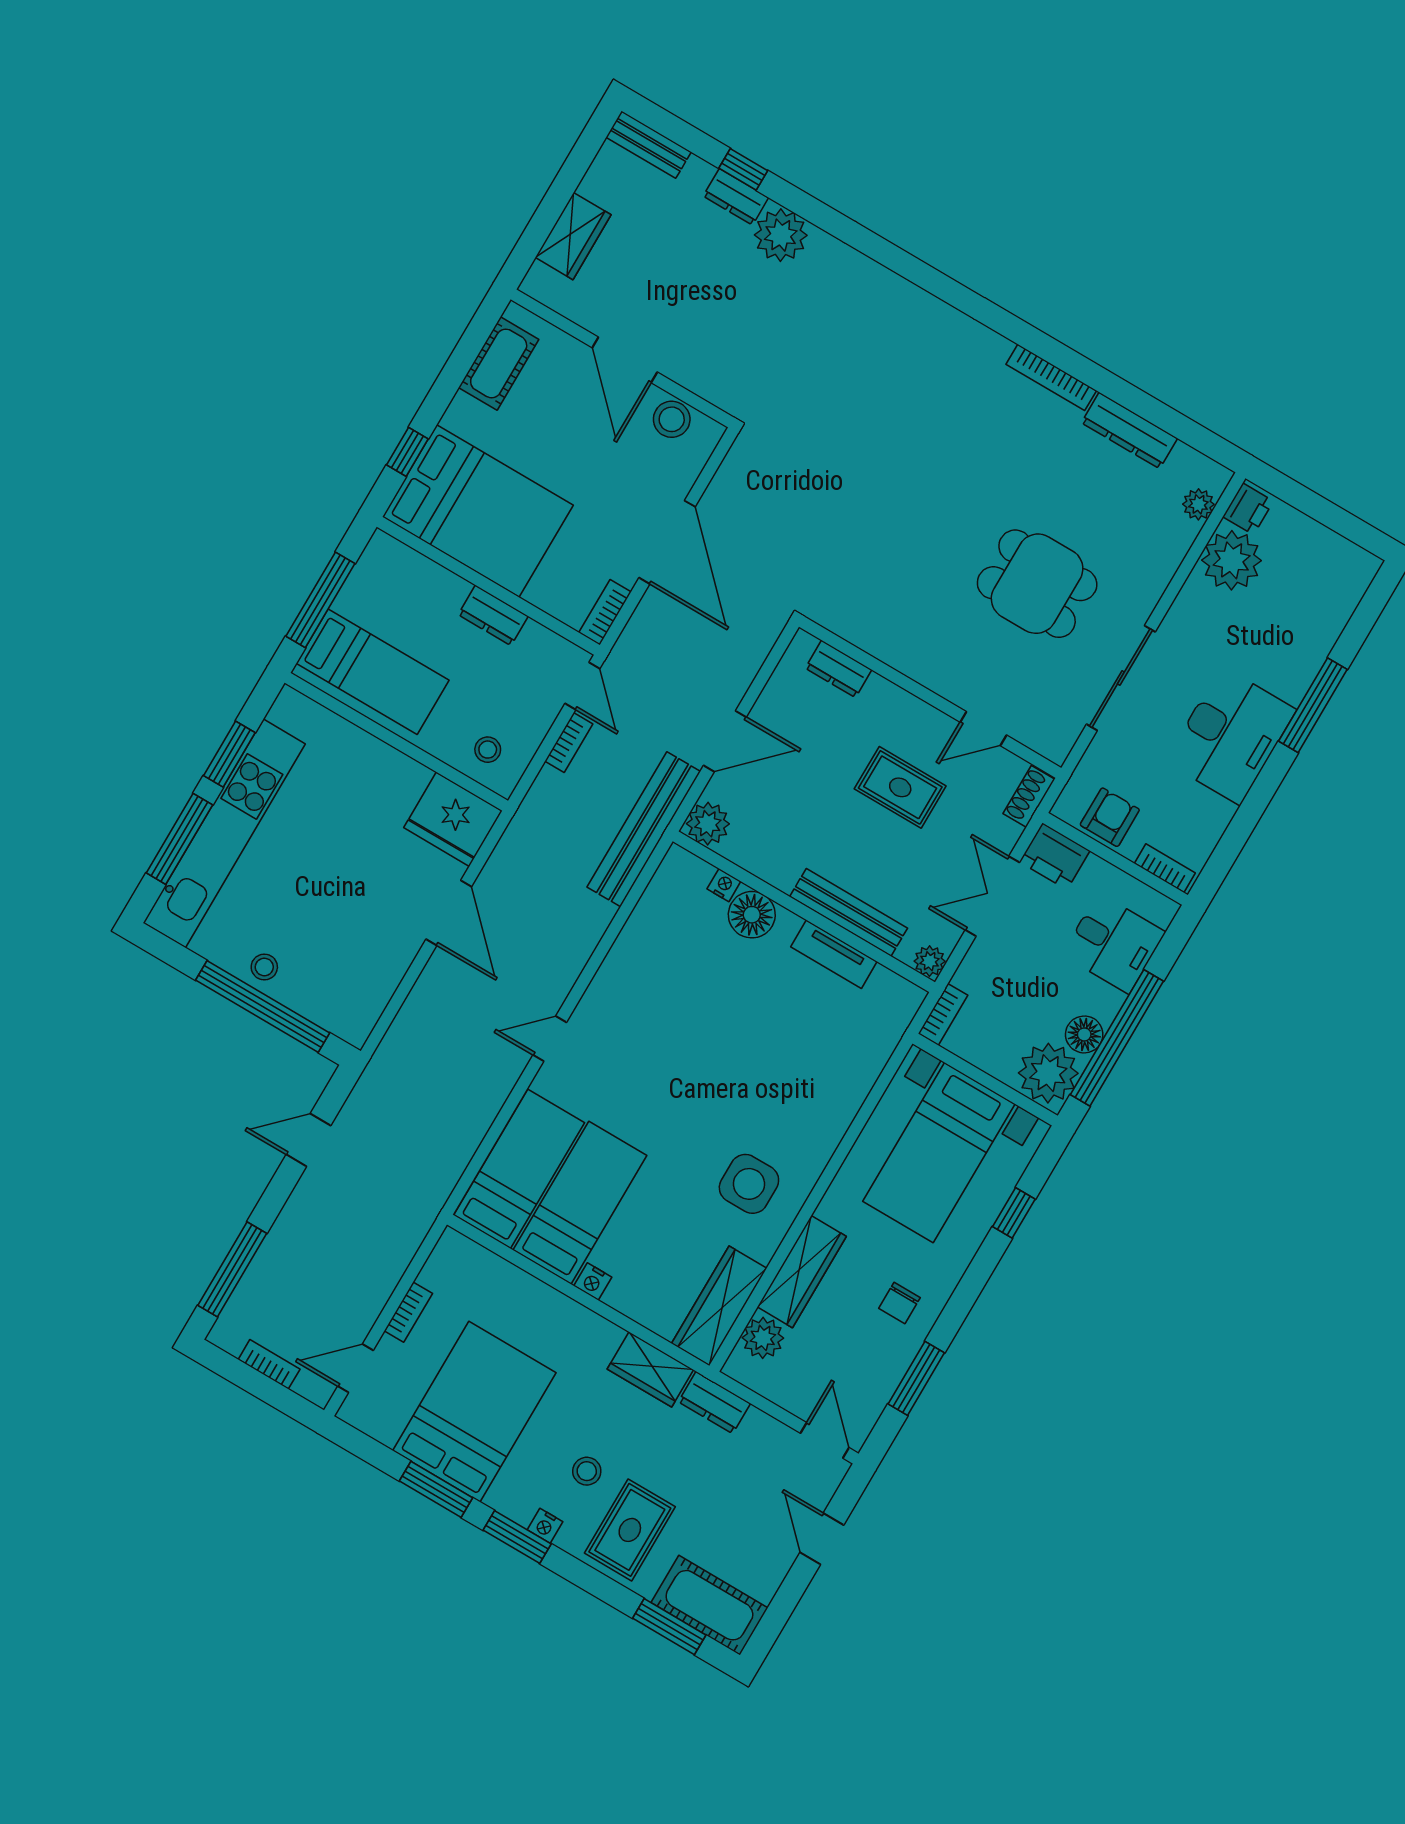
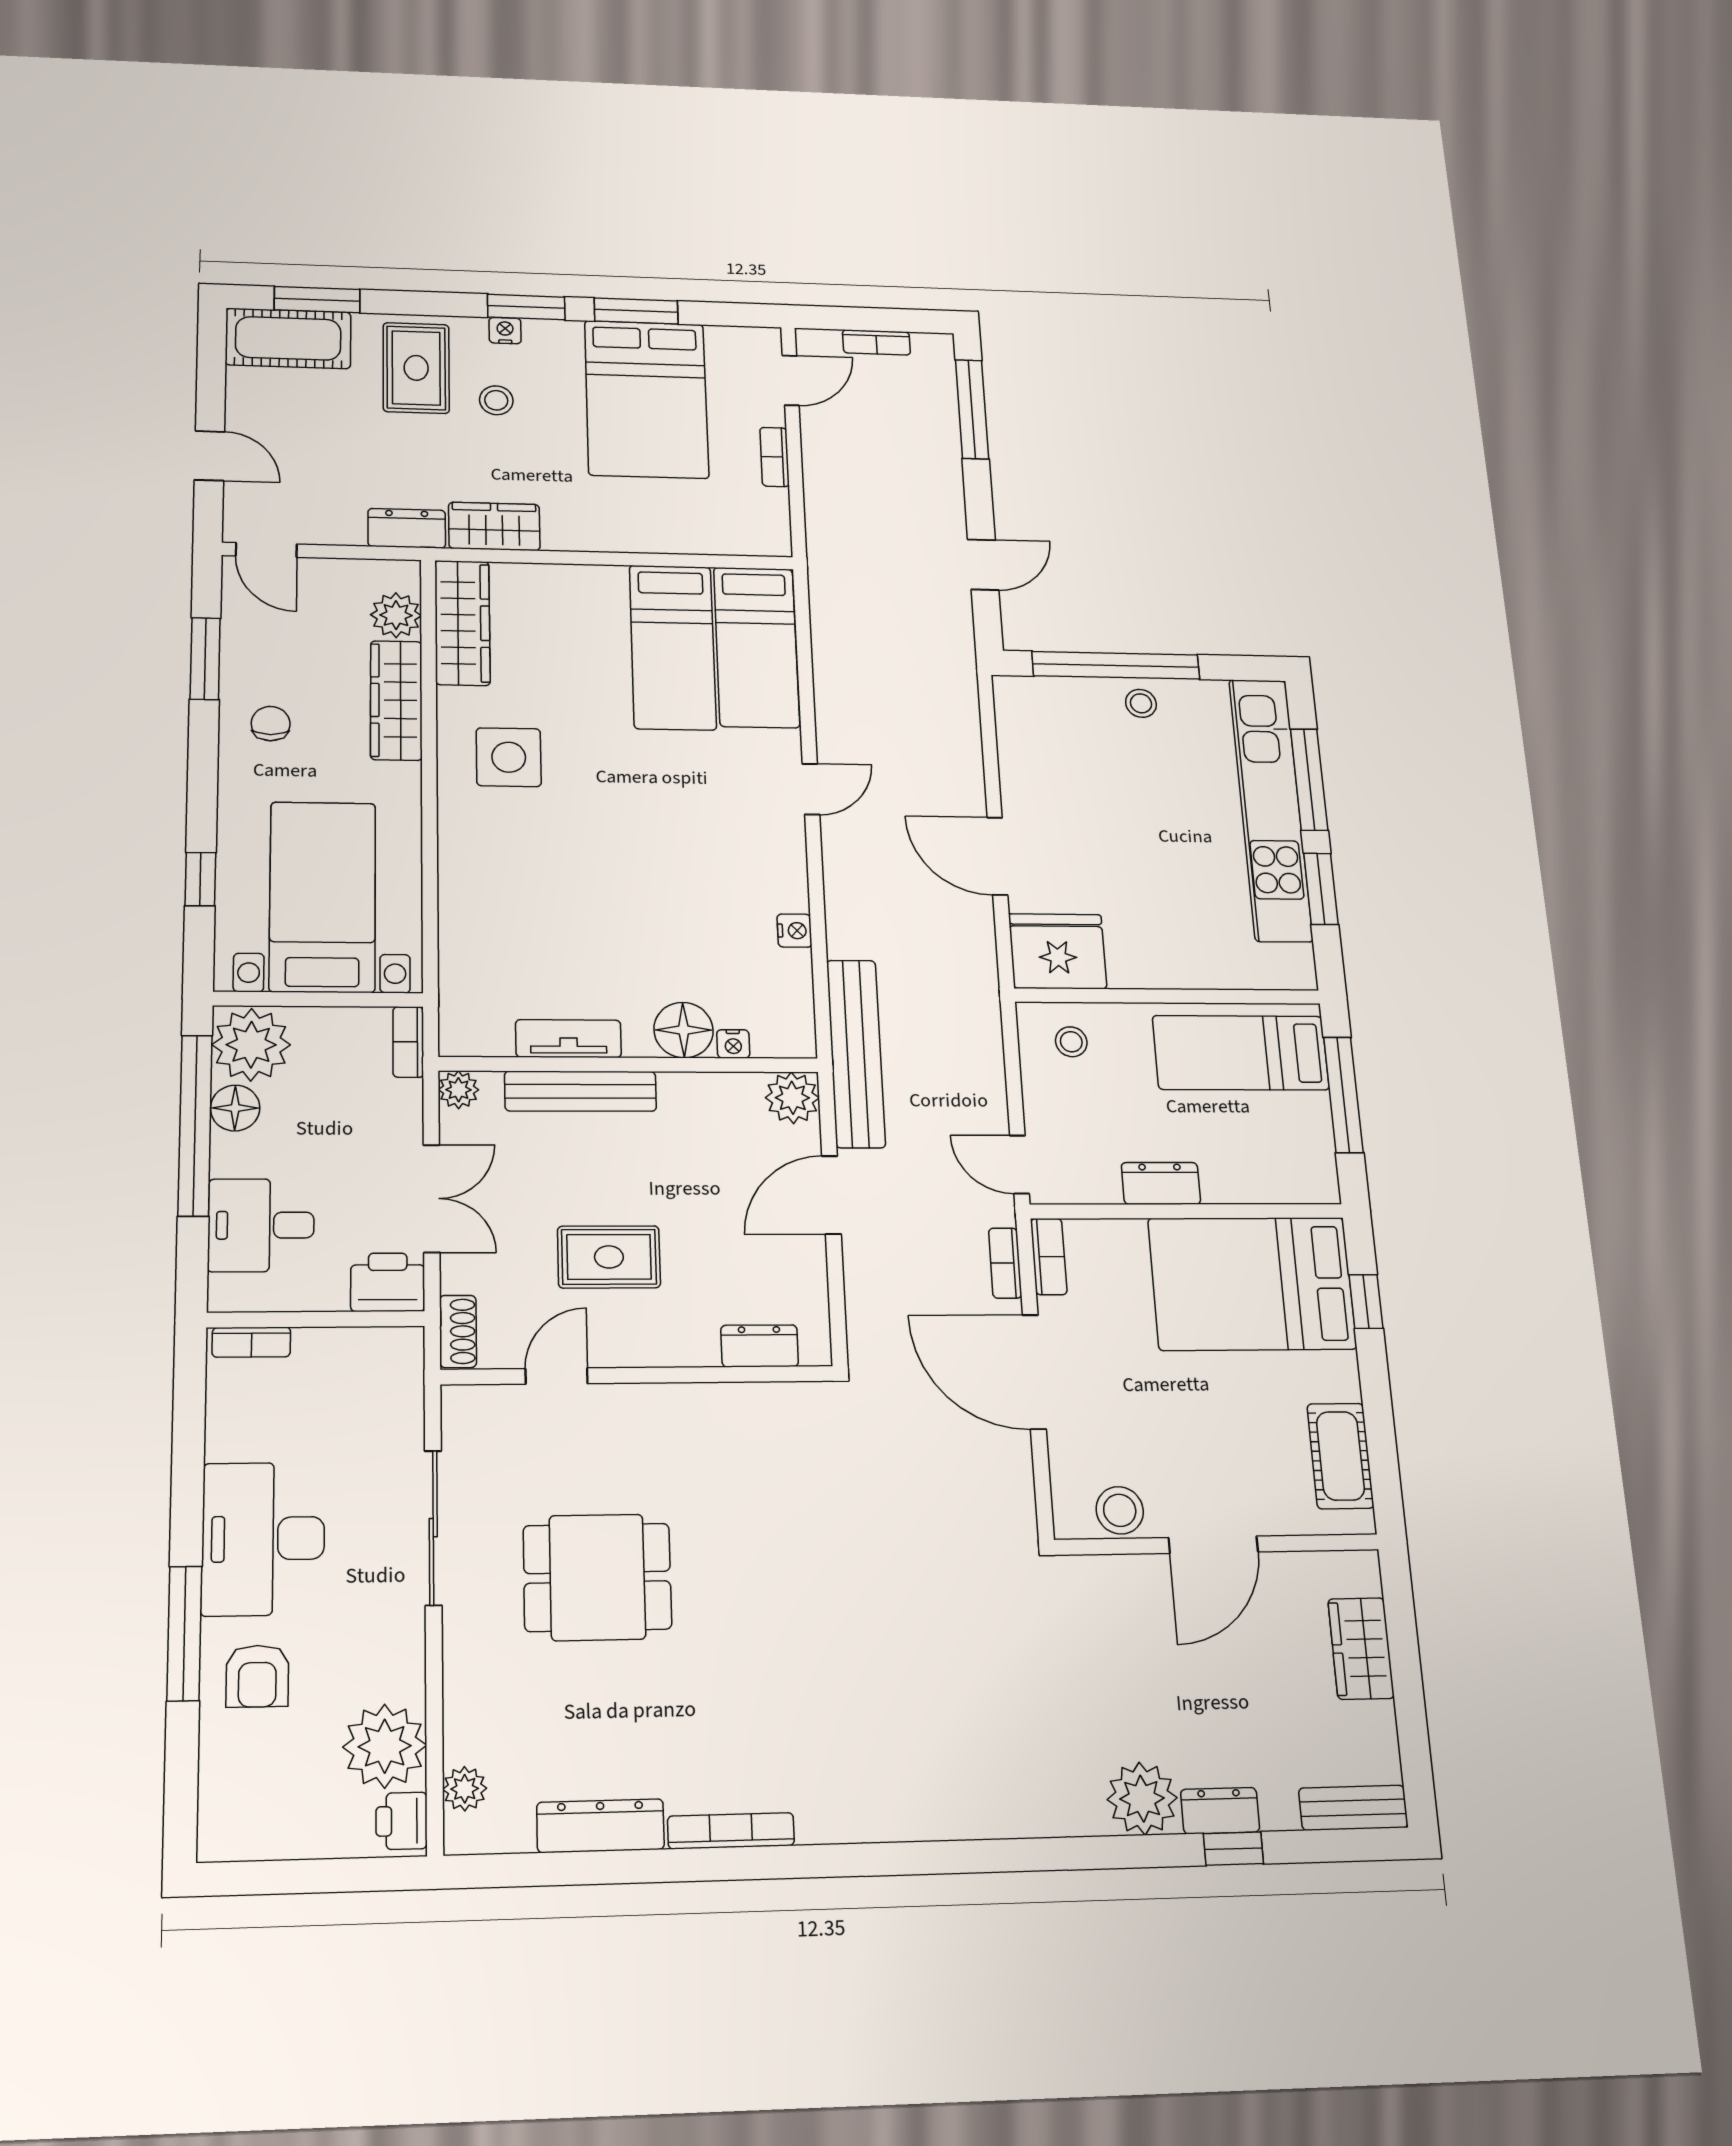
door: (625, 360) -> (1213, 1545), swing flipped
bookcase: (569, 743) -> (1005, 1263), moved
armchair: (1110, 817) -> (257, 1676), moved
nightstand: (593, 1282) -> (794, 931), moved, turned 90

